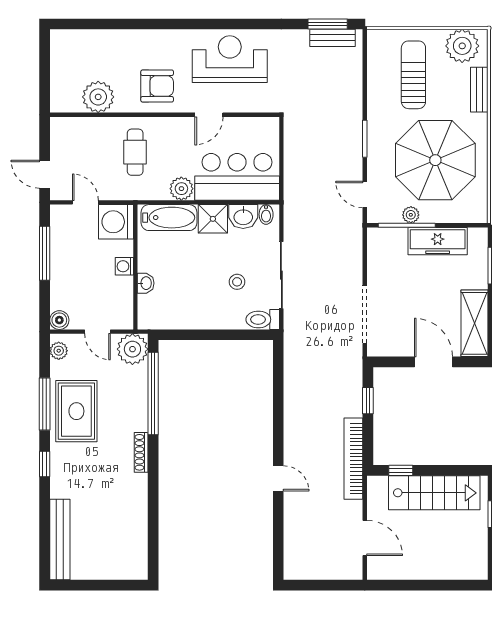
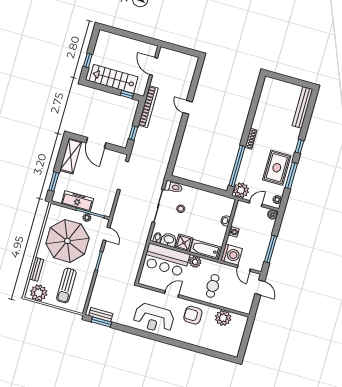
door: (98, 332) -> (256, 204), hinge flipped

